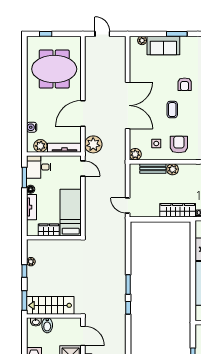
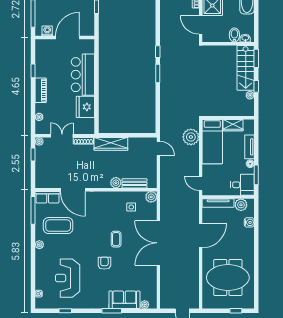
plant: (93, 144) -> (191, 137), moved
armchair: (179, 144) -> (110, 206), removed
stairs: (50, 305) -> (246, 68), moved, turned 90

